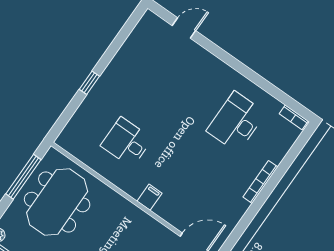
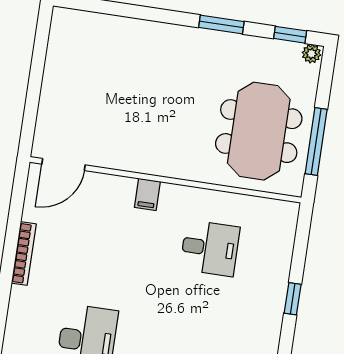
bookcase: (260, 182) -> (24, 254), moved

